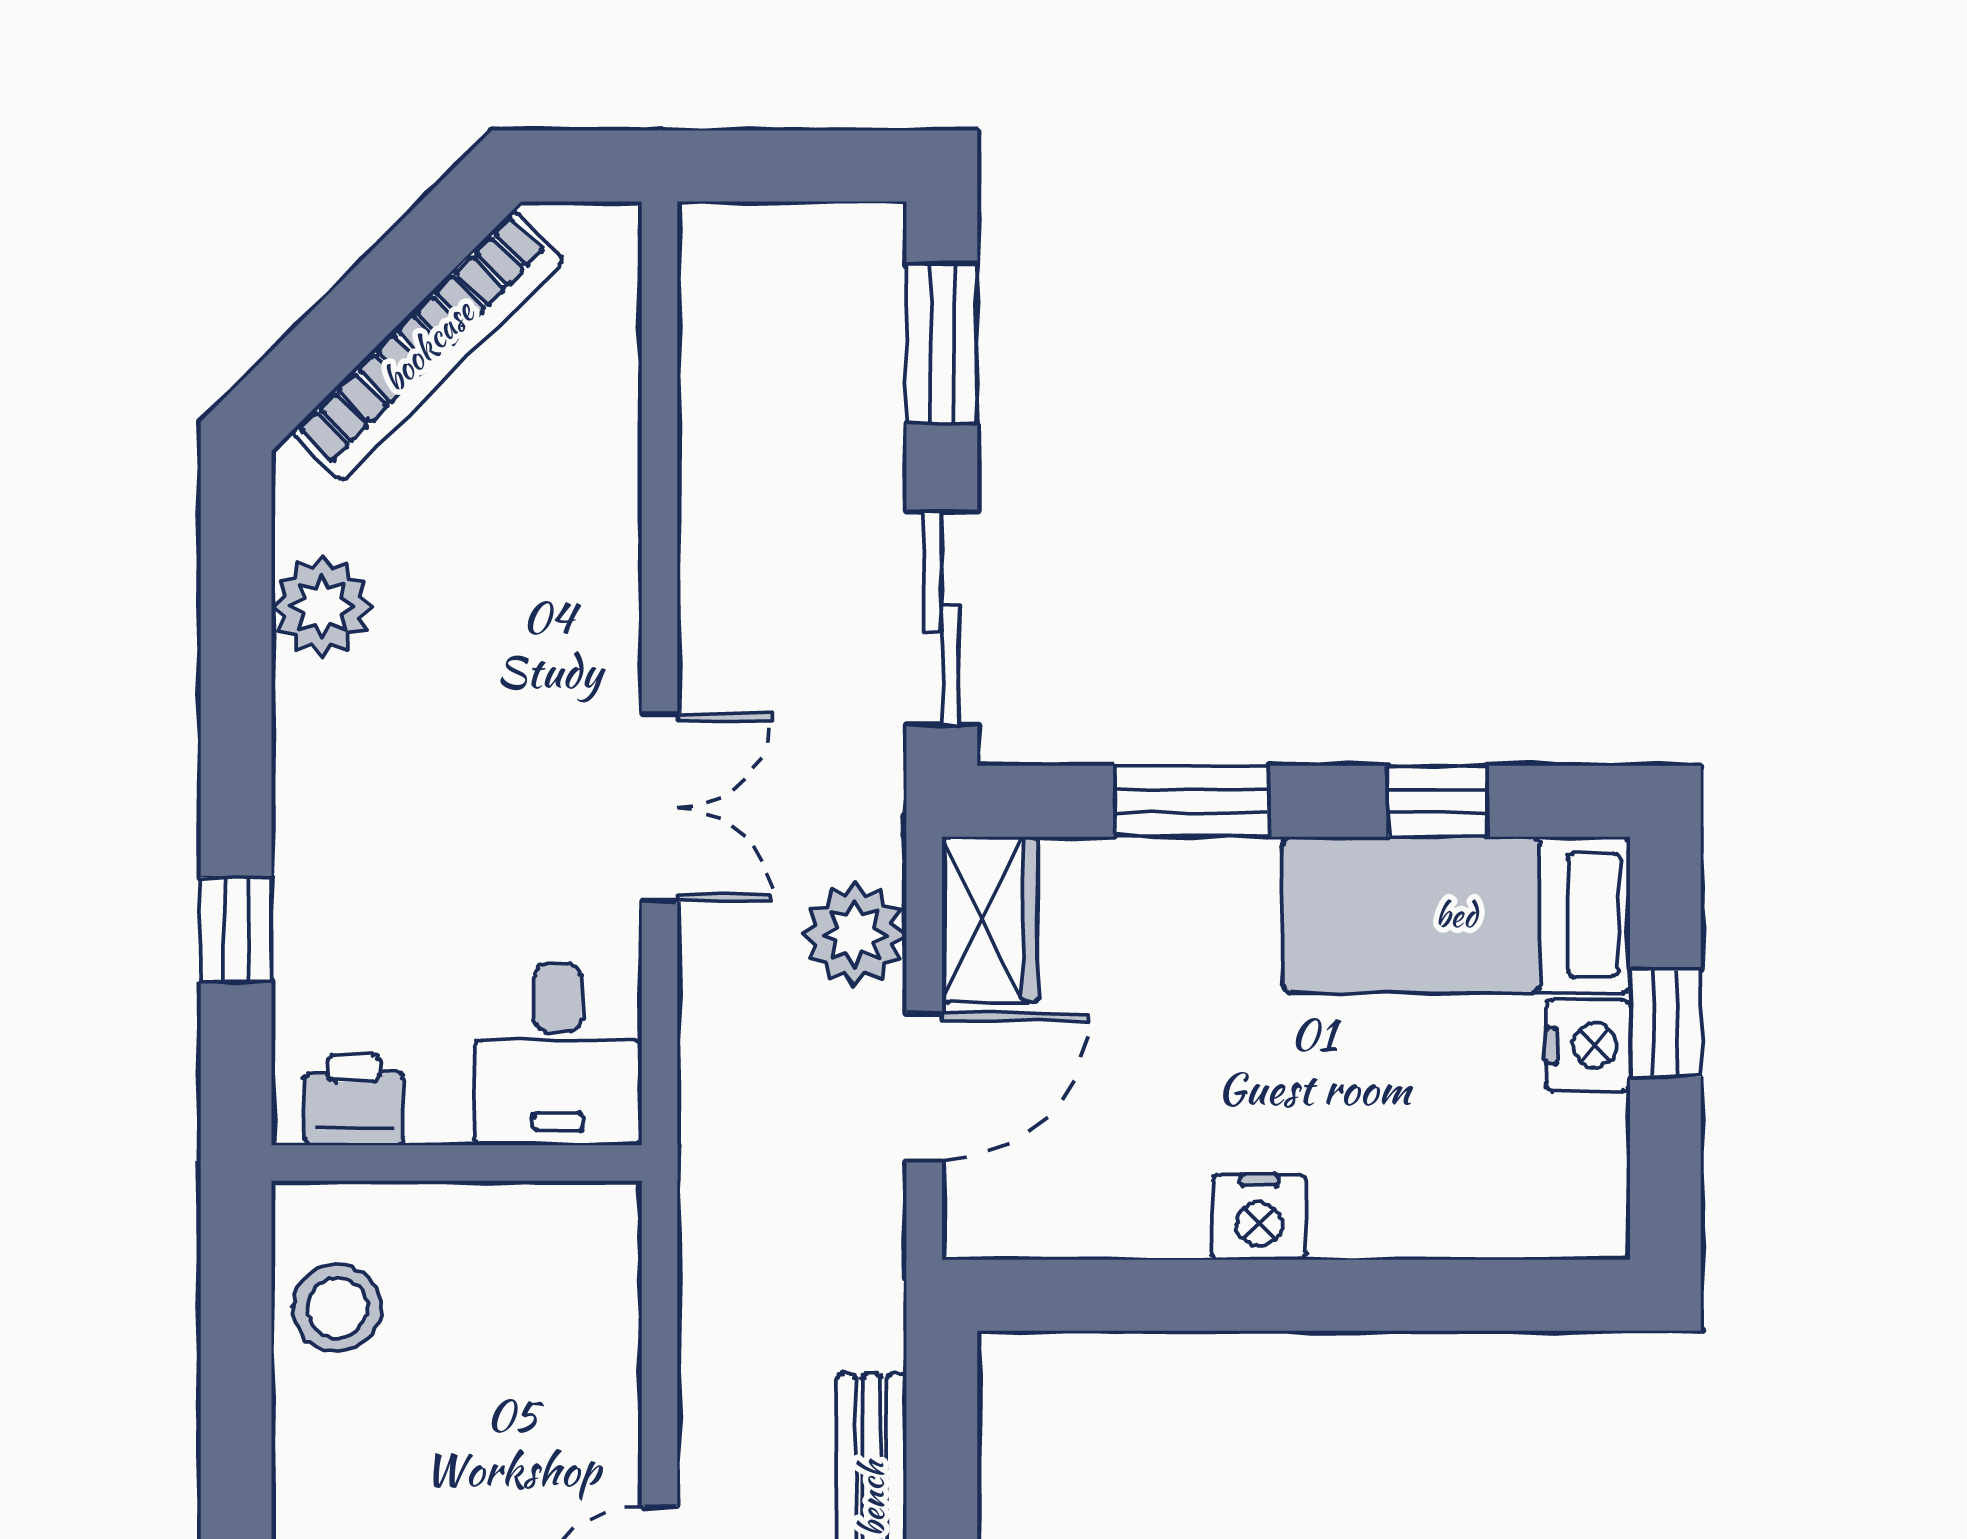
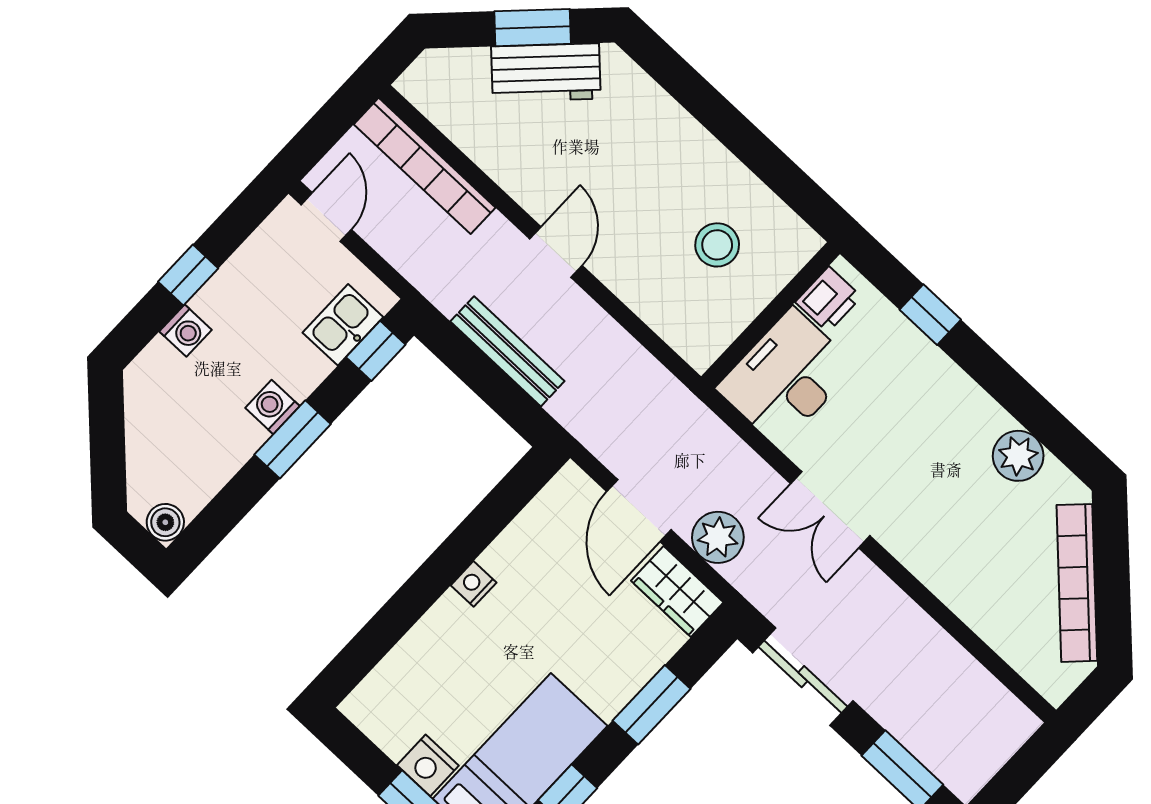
desk: (558, 1055) -> (786, 377), width x1.37
nightstand: (1259, 1217) -> (474, 584), width x0.72, depth x0.74
stool: (337, 1308) -> (717, 245), moved

